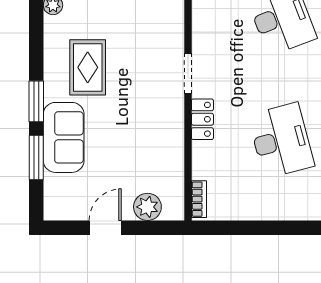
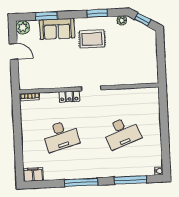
window: (36, 101) -> (97, 13), moved
plant: (147, 207) -> (23, 27), moved

